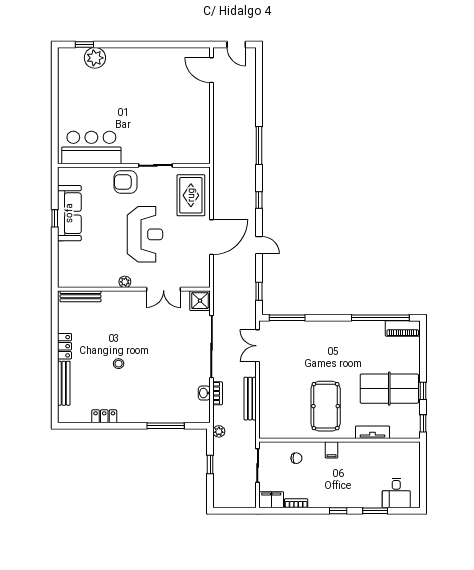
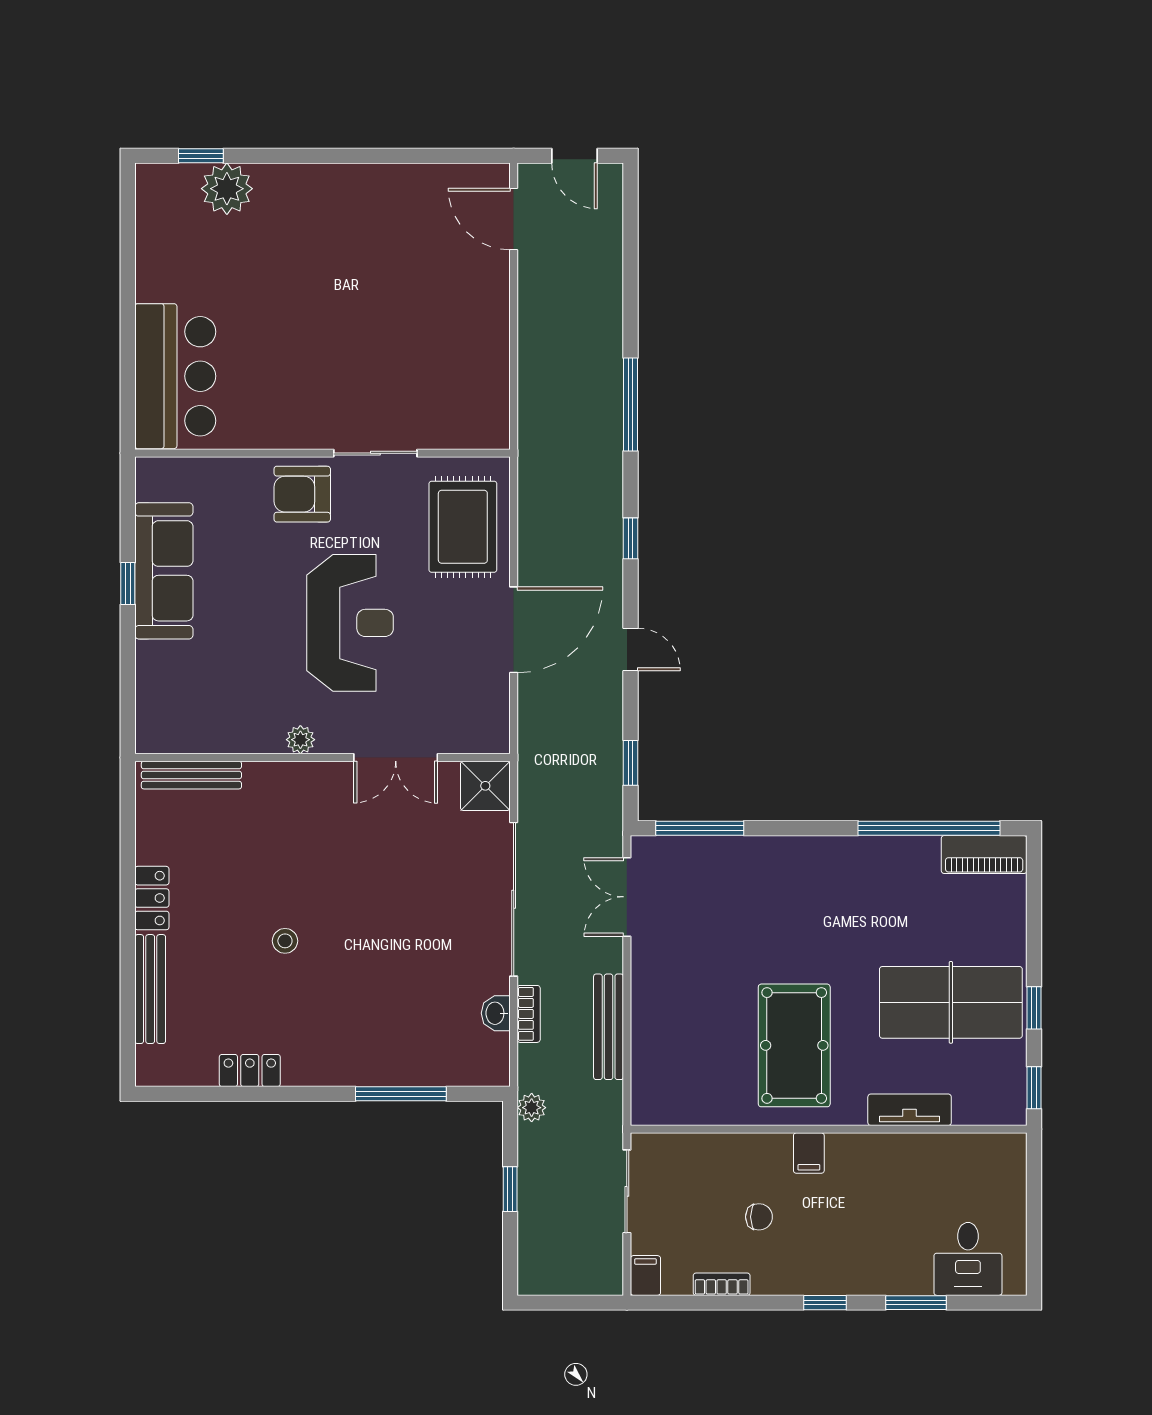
bar counter: (91, 147) -> (175, 376), moved, turned 90
chair: (296, 458) -> (759, 1217), moved
filing cabinet: (271, 500) -> (645, 1276), width x0.50

